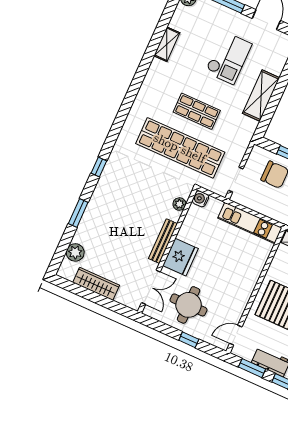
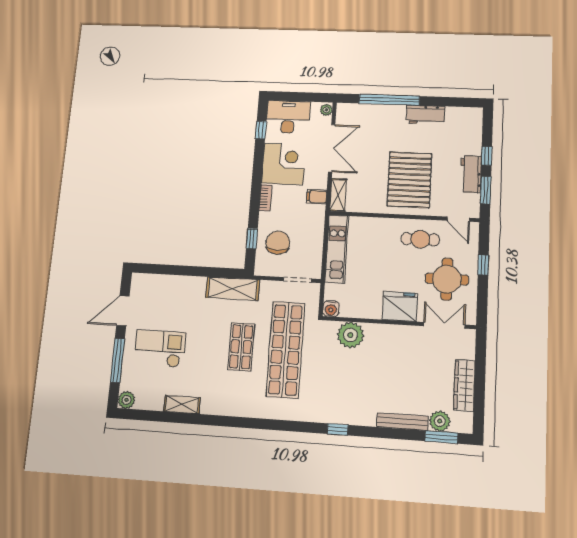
checkout: (228, 58) -> (160, 349), moved
shelving: (261, 95) -> (233, 289), moved
plant: (179, 204) -> (350, 335), width x1.88, depth x1.88
window: (78, 213) -> (441, 437), moved
bench: (163, 241) -> (402, 422), moved
cafe table: (231, 296) -> (420, 239), added

